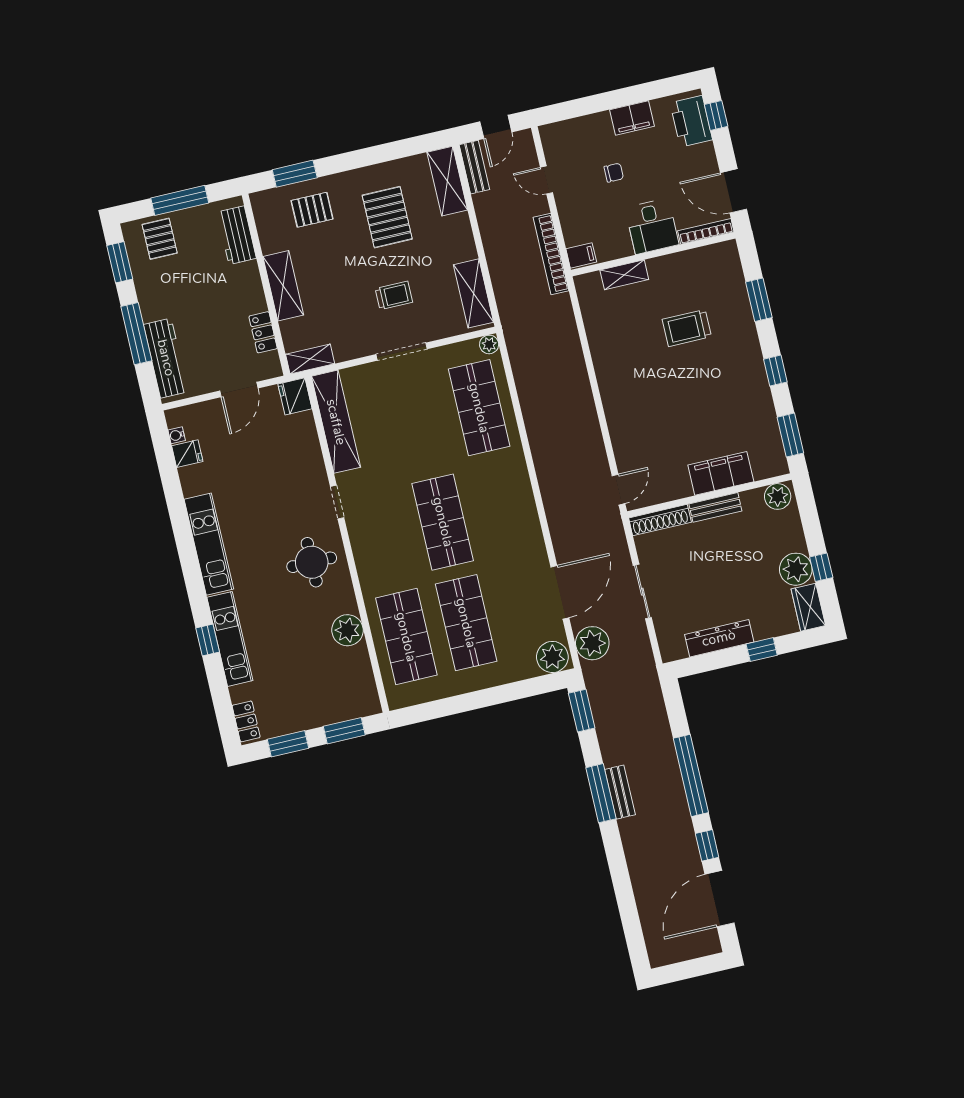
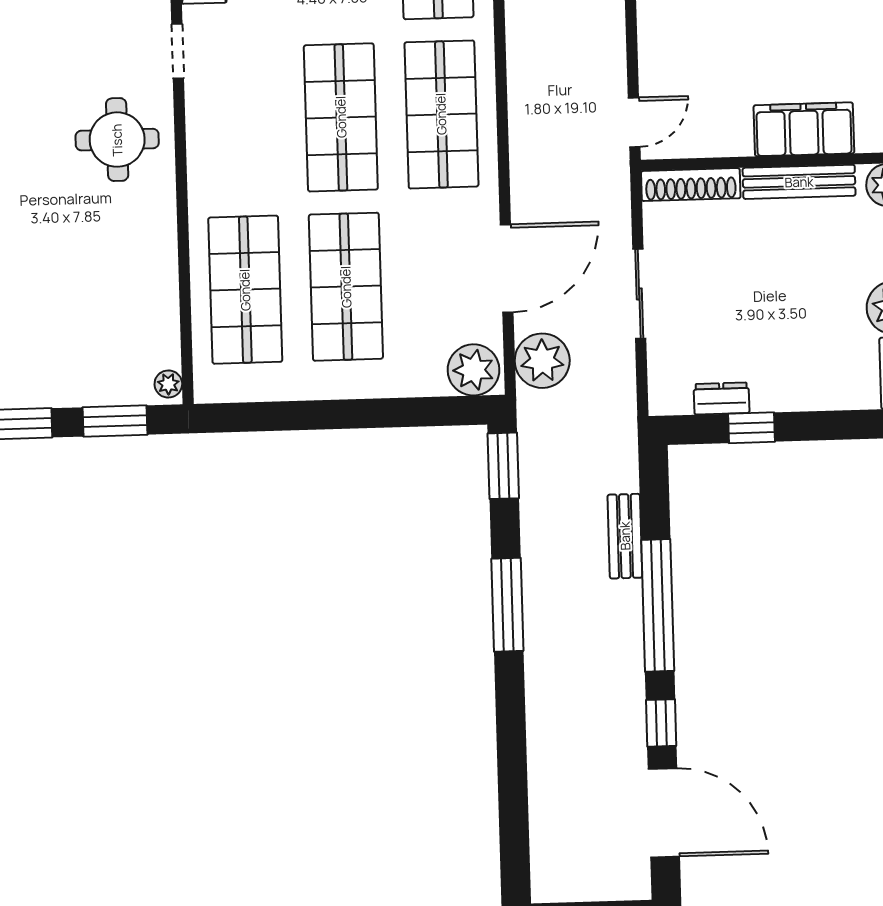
bench: (715, 507) -> (799, 182), width x1.36
shop shelf: (502, 508) -> (441, 114), added
plant: (347, 630) -> (168, 384), moved, width x0.53, depth x0.53
dresser: (719, 638) -> (722, 399), width x0.51, depth x0.80
window: (762, 650) -> (752, 428), moved
bench: (620, 792) -> (625, 536), moved
door: (719, 899) -> (664, 813), swing flipped

